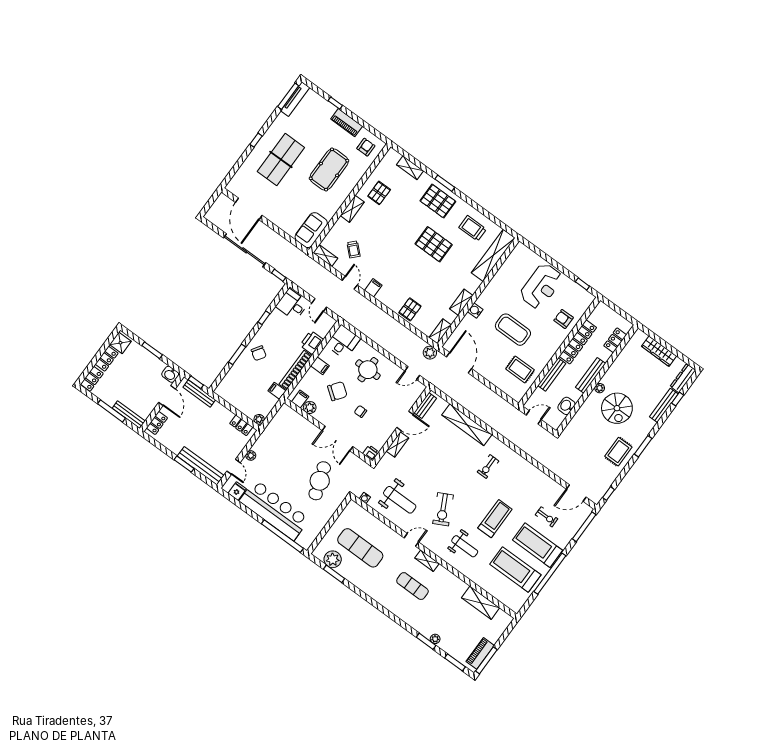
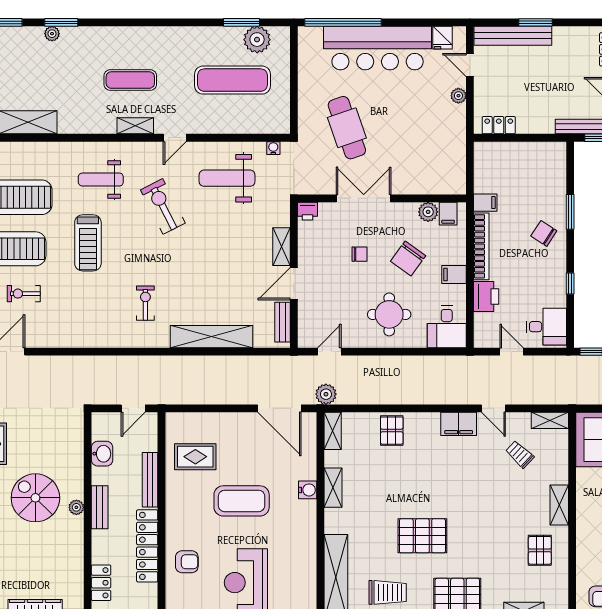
filing cabinet: (373, 288) -> (459, 424), width x2.00
bench: (591, 375) -> (100, 507), width x0.73
plant: (259, 419) -> (482, 149), removed

